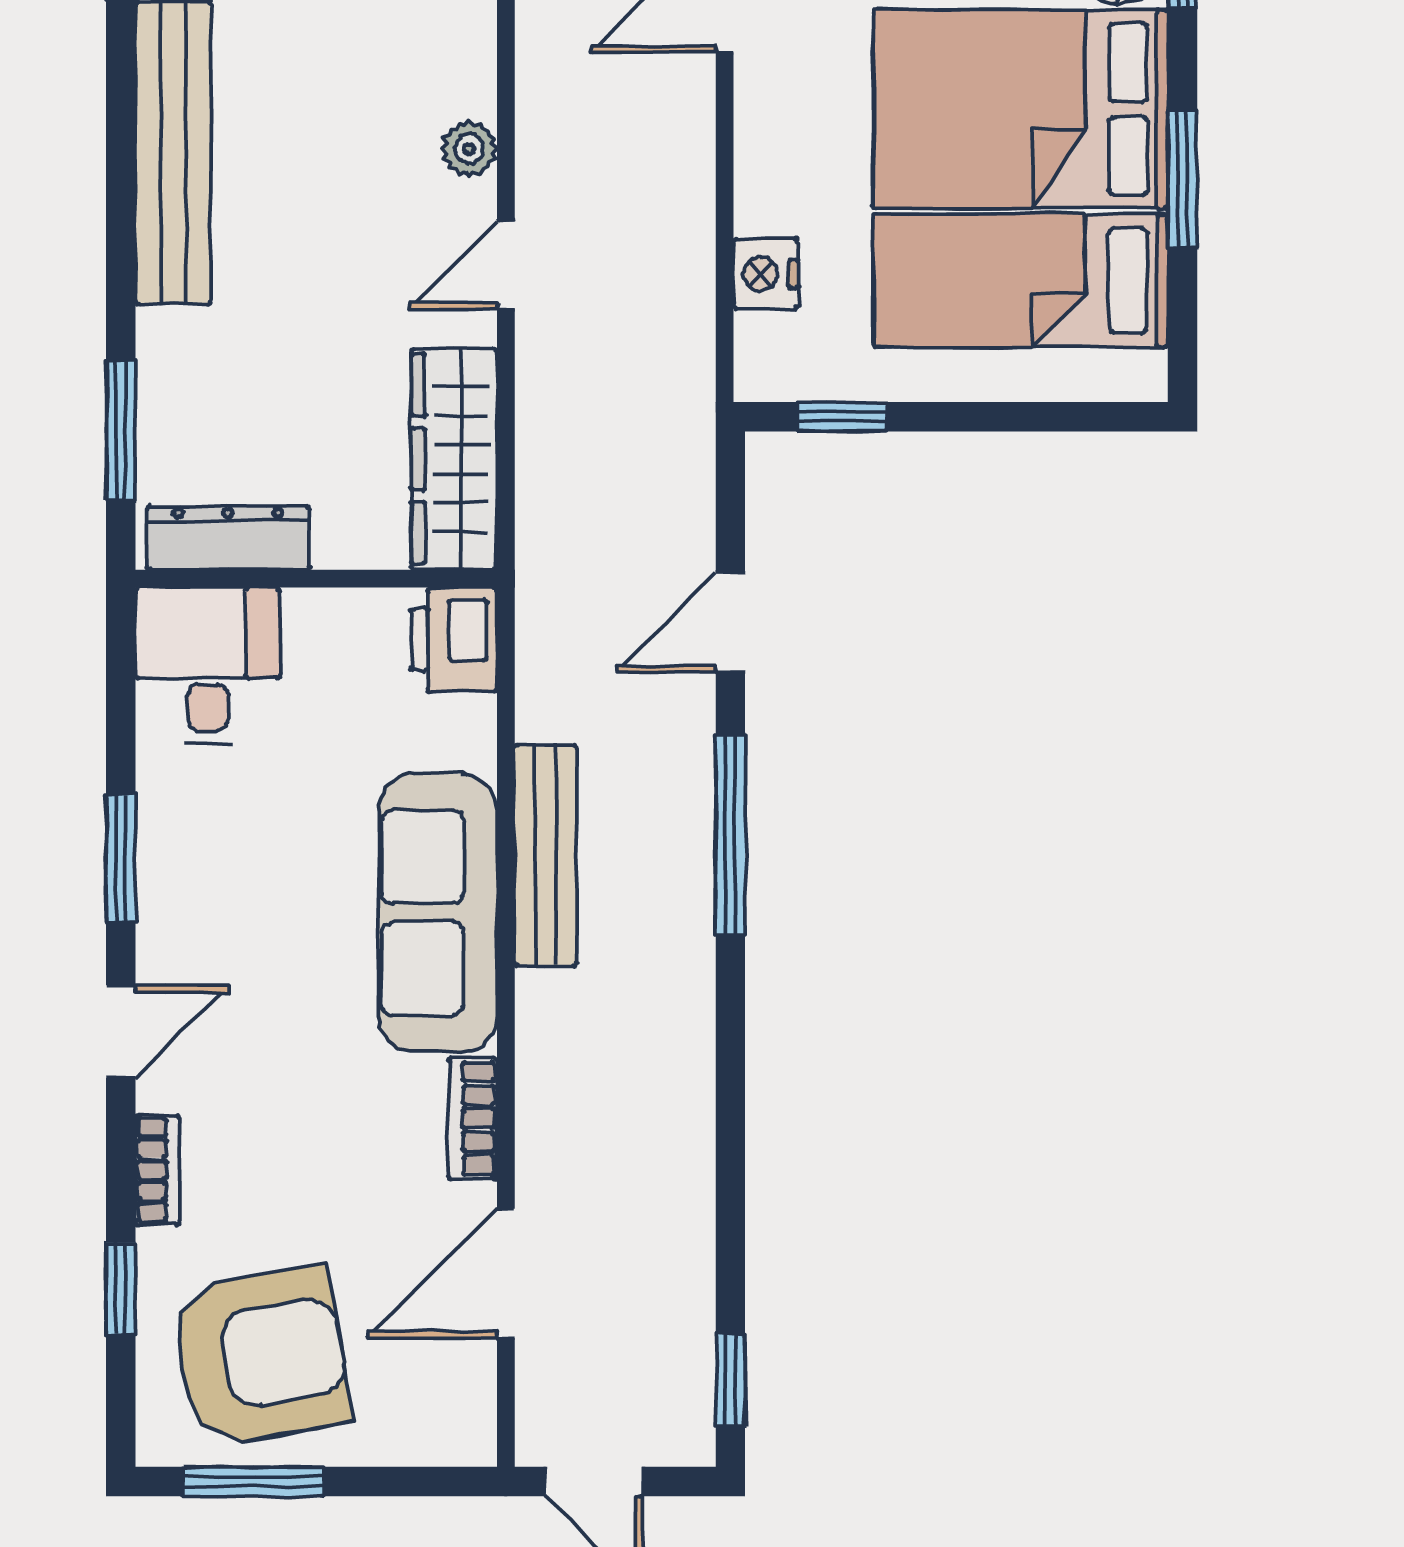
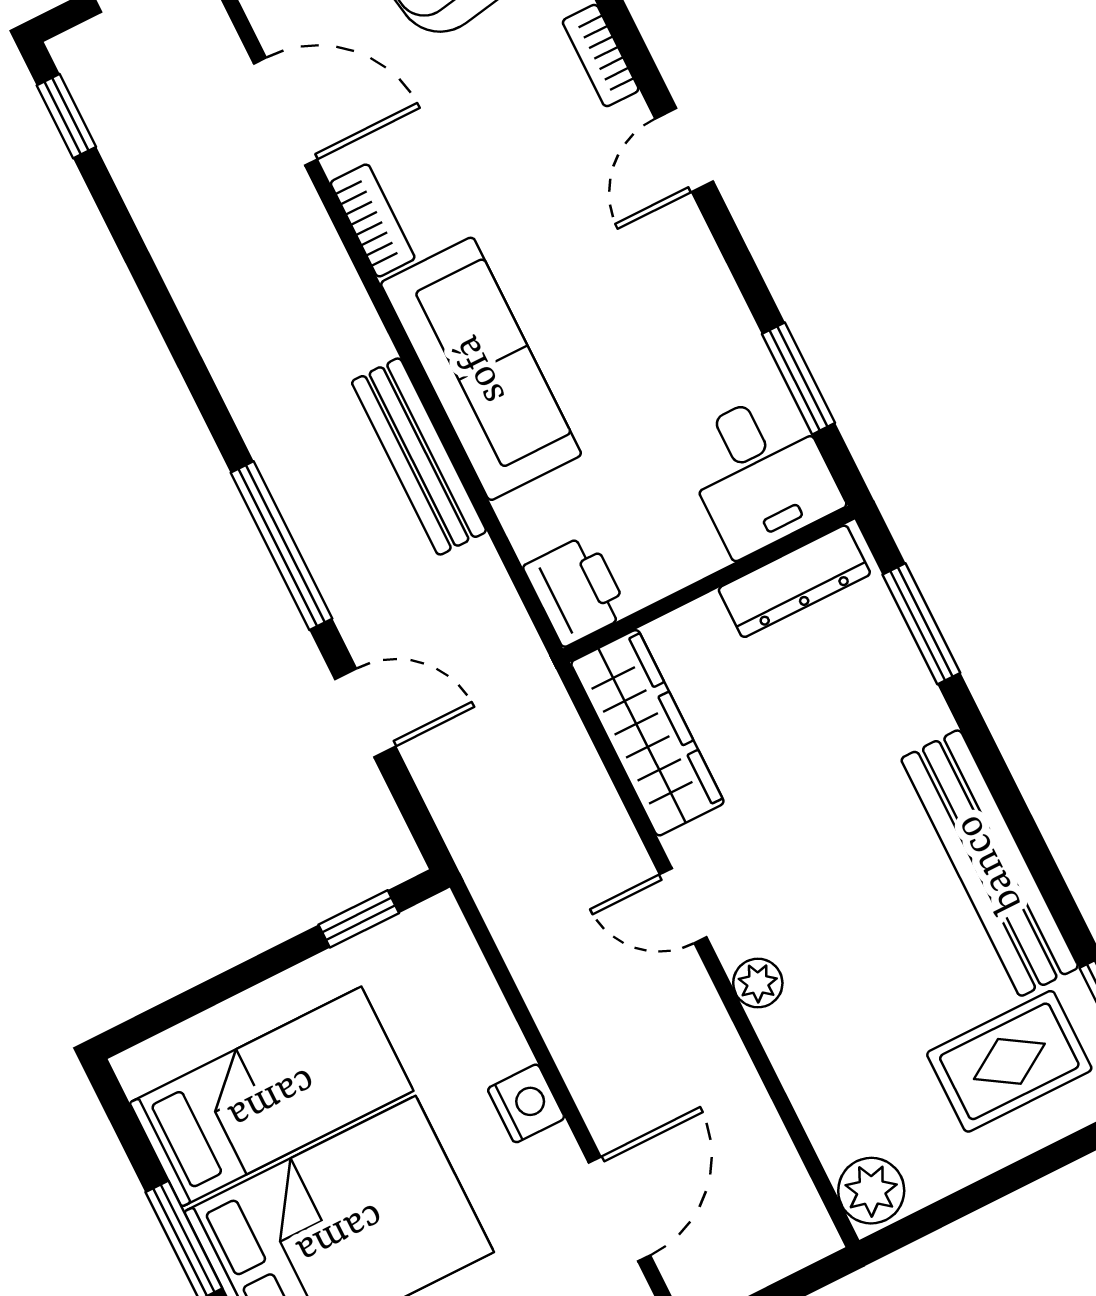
door: (506, 265) -> (683, 906), swing flipped
nightstand: (766, 274) -> (526, 1103), moved
door: (730, 623) -> (365, 713), hinge flipped
window: (121, 859) -> (799, 378), moved
door: (506, 1273) -> (285, 112), hinge flipped

